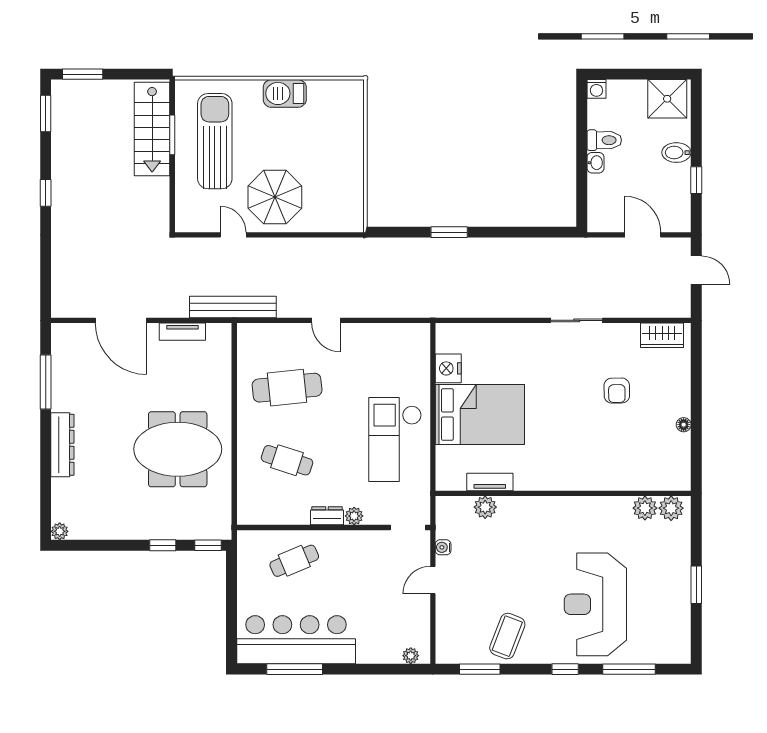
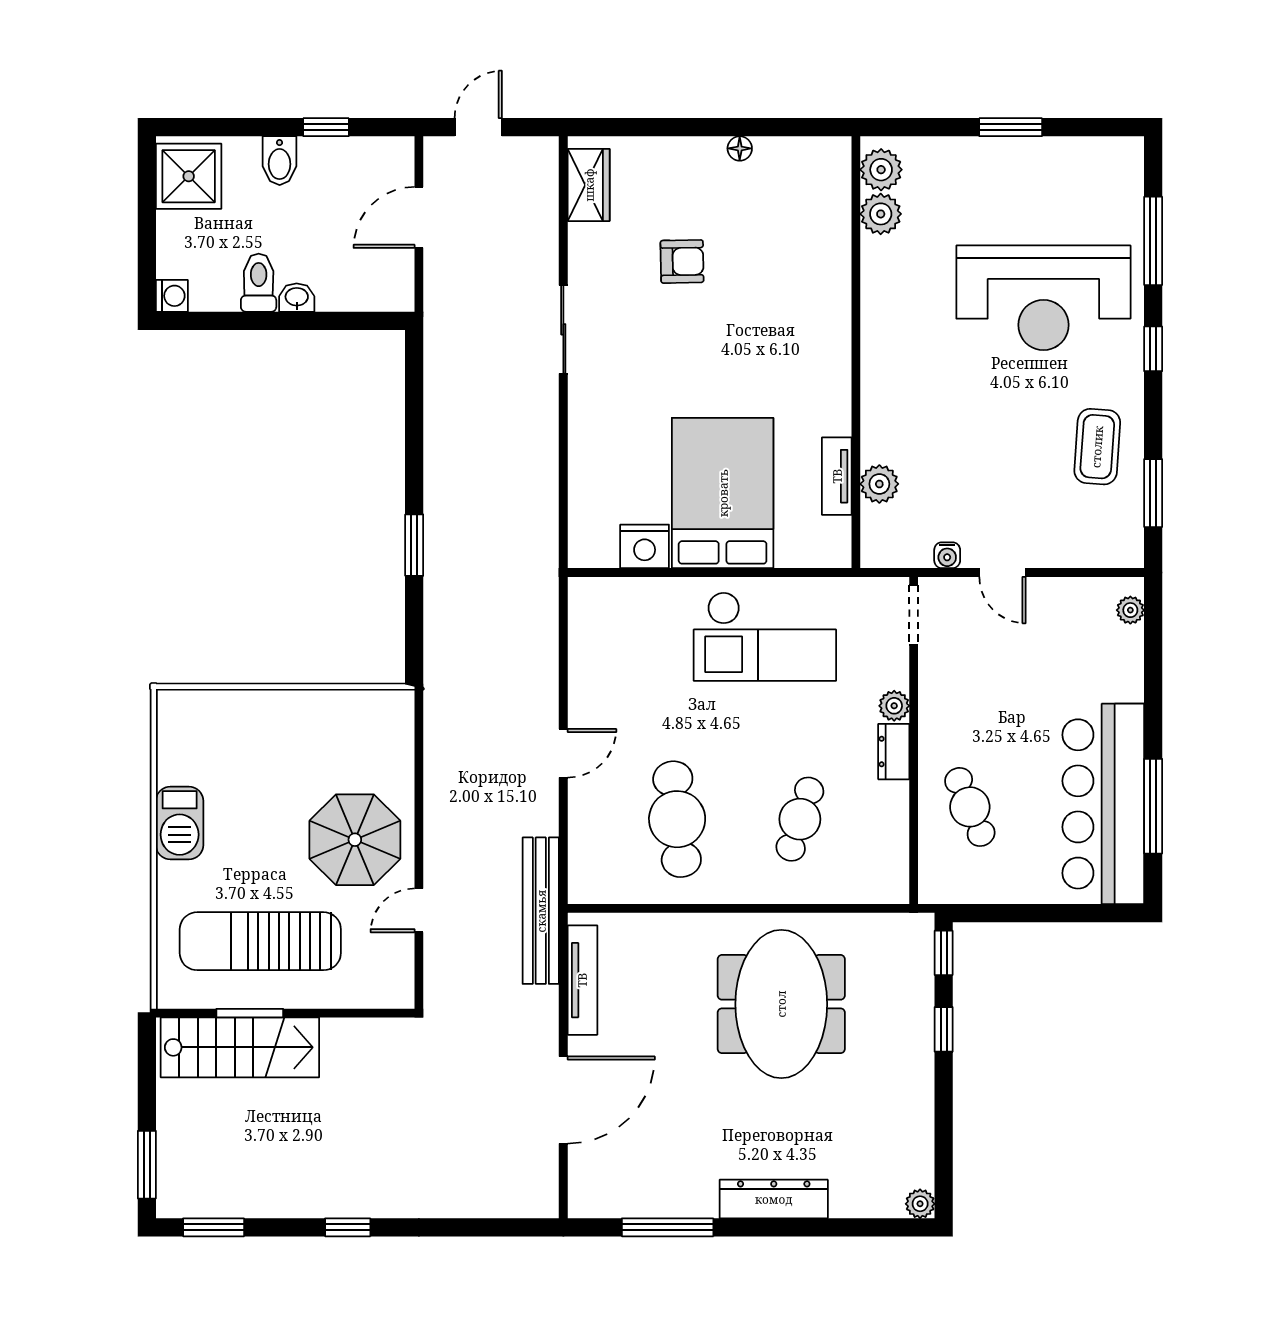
tv unit: (182, 332) -> (582, 980), width x1.41
coffee table: (507, 636) -> (1097, 447), turned 73

